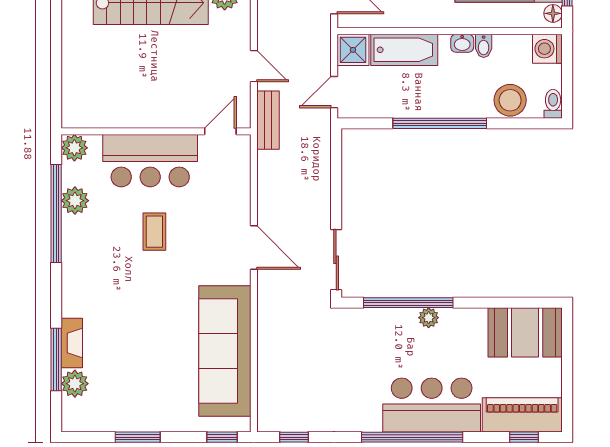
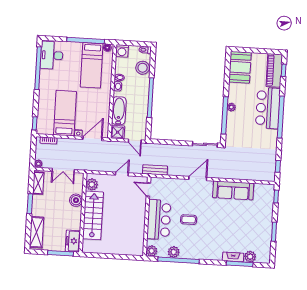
bench: (268, 120) -> (155, 170), moved
sofa: (225, 351) -> (233, 190), width x0.74, depth x0.79

